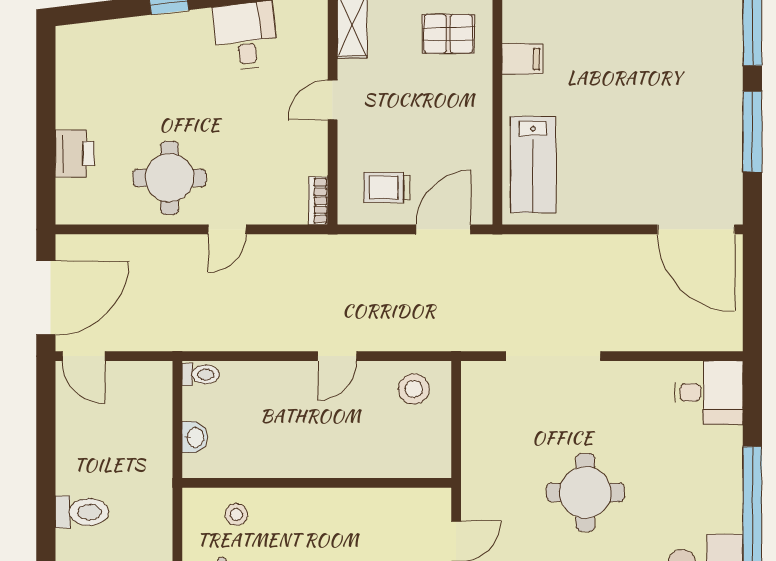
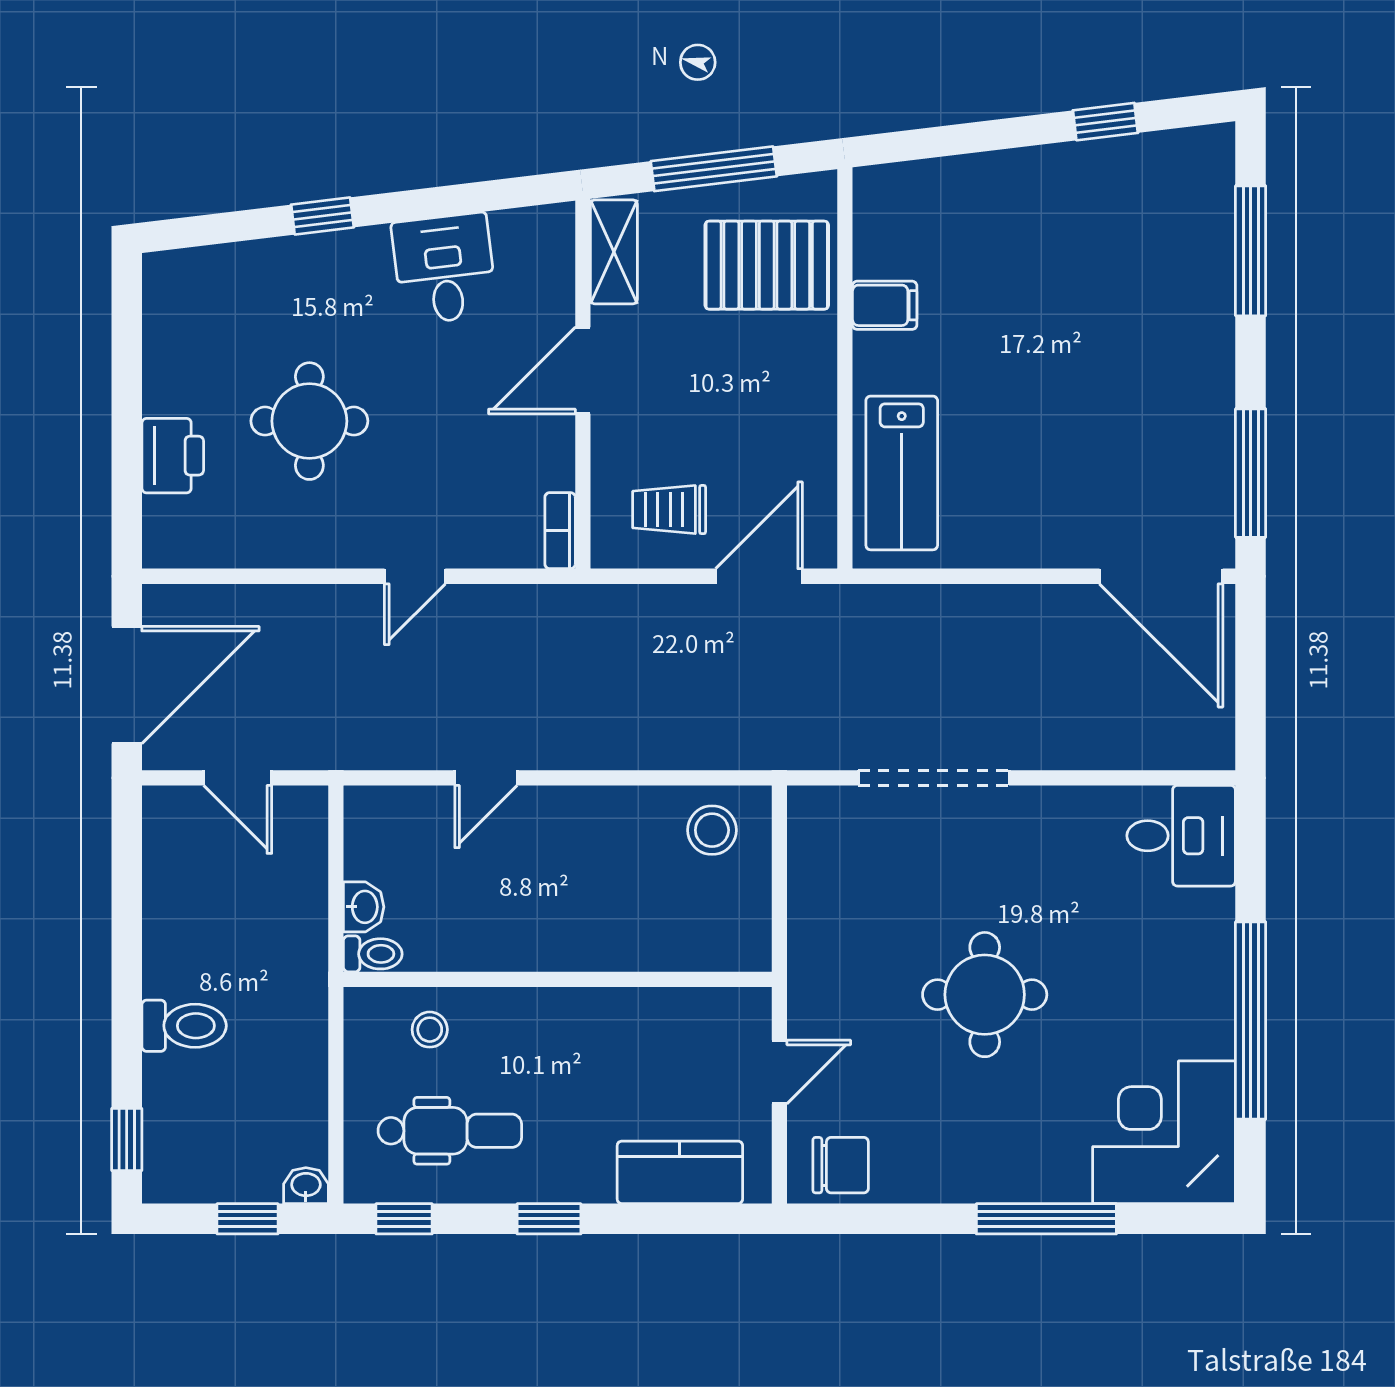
pallet: (448, 34) -> (767, 265), width x1.50, depth x1.42
door: (333, 100) -> (583, 370), width x1.38
window: (752, 132) -> (1251, 473), moved
round table: (170, 178) -> (309, 421), moved
door: (84, 356) -> (238, 778), moved
door: (337, 356) -> (486, 778), moved
toilet: (201, 375) -> (373, 954), moved

